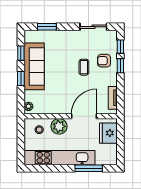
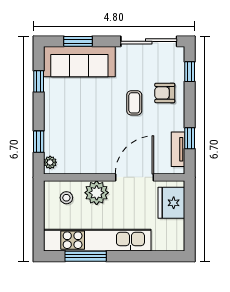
sliding door: (93, 27) -> (149, 41), width x1.37
sofa: (34, 66) -> (79, 62), moved, turned 90
window: (120, 66) -> (190, 138), moved
window: (21, 78) -> (39, 142), moved
window: (89, 168) -> (86, 256), moved

